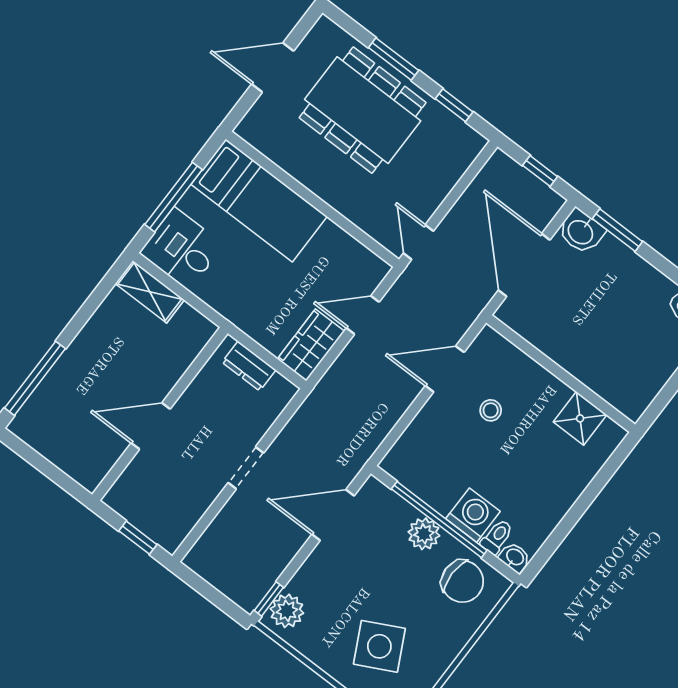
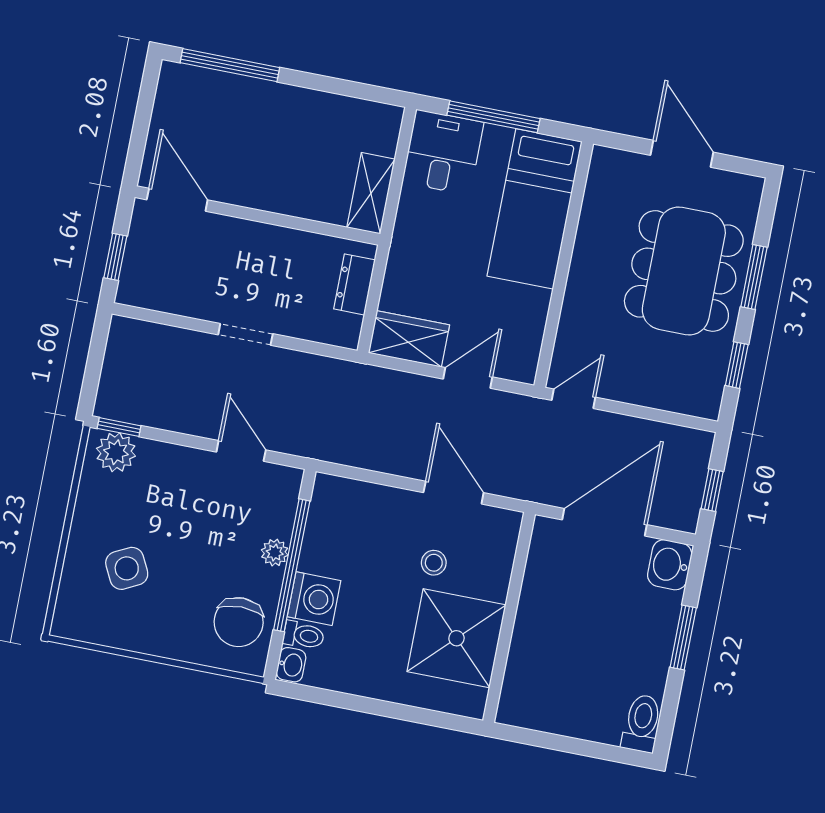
window: (617, 230) -> (683, 637), moved
shelving: (150, 292) -> (371, 193), moved
door: (363, 315) -> (468, 378), hinge flipped
shower: (580, 418) -> (456, 638), width x1.86, depth x1.86
door: (151, 426) -> (177, 200), moved
door: (333, 515) -> (241, 451), width x0.73
plant: (424, 534) -> (275, 553), width x0.73, depth x0.73
side table: (379, 646) -> (127, 568), width x0.73, depth x0.73

